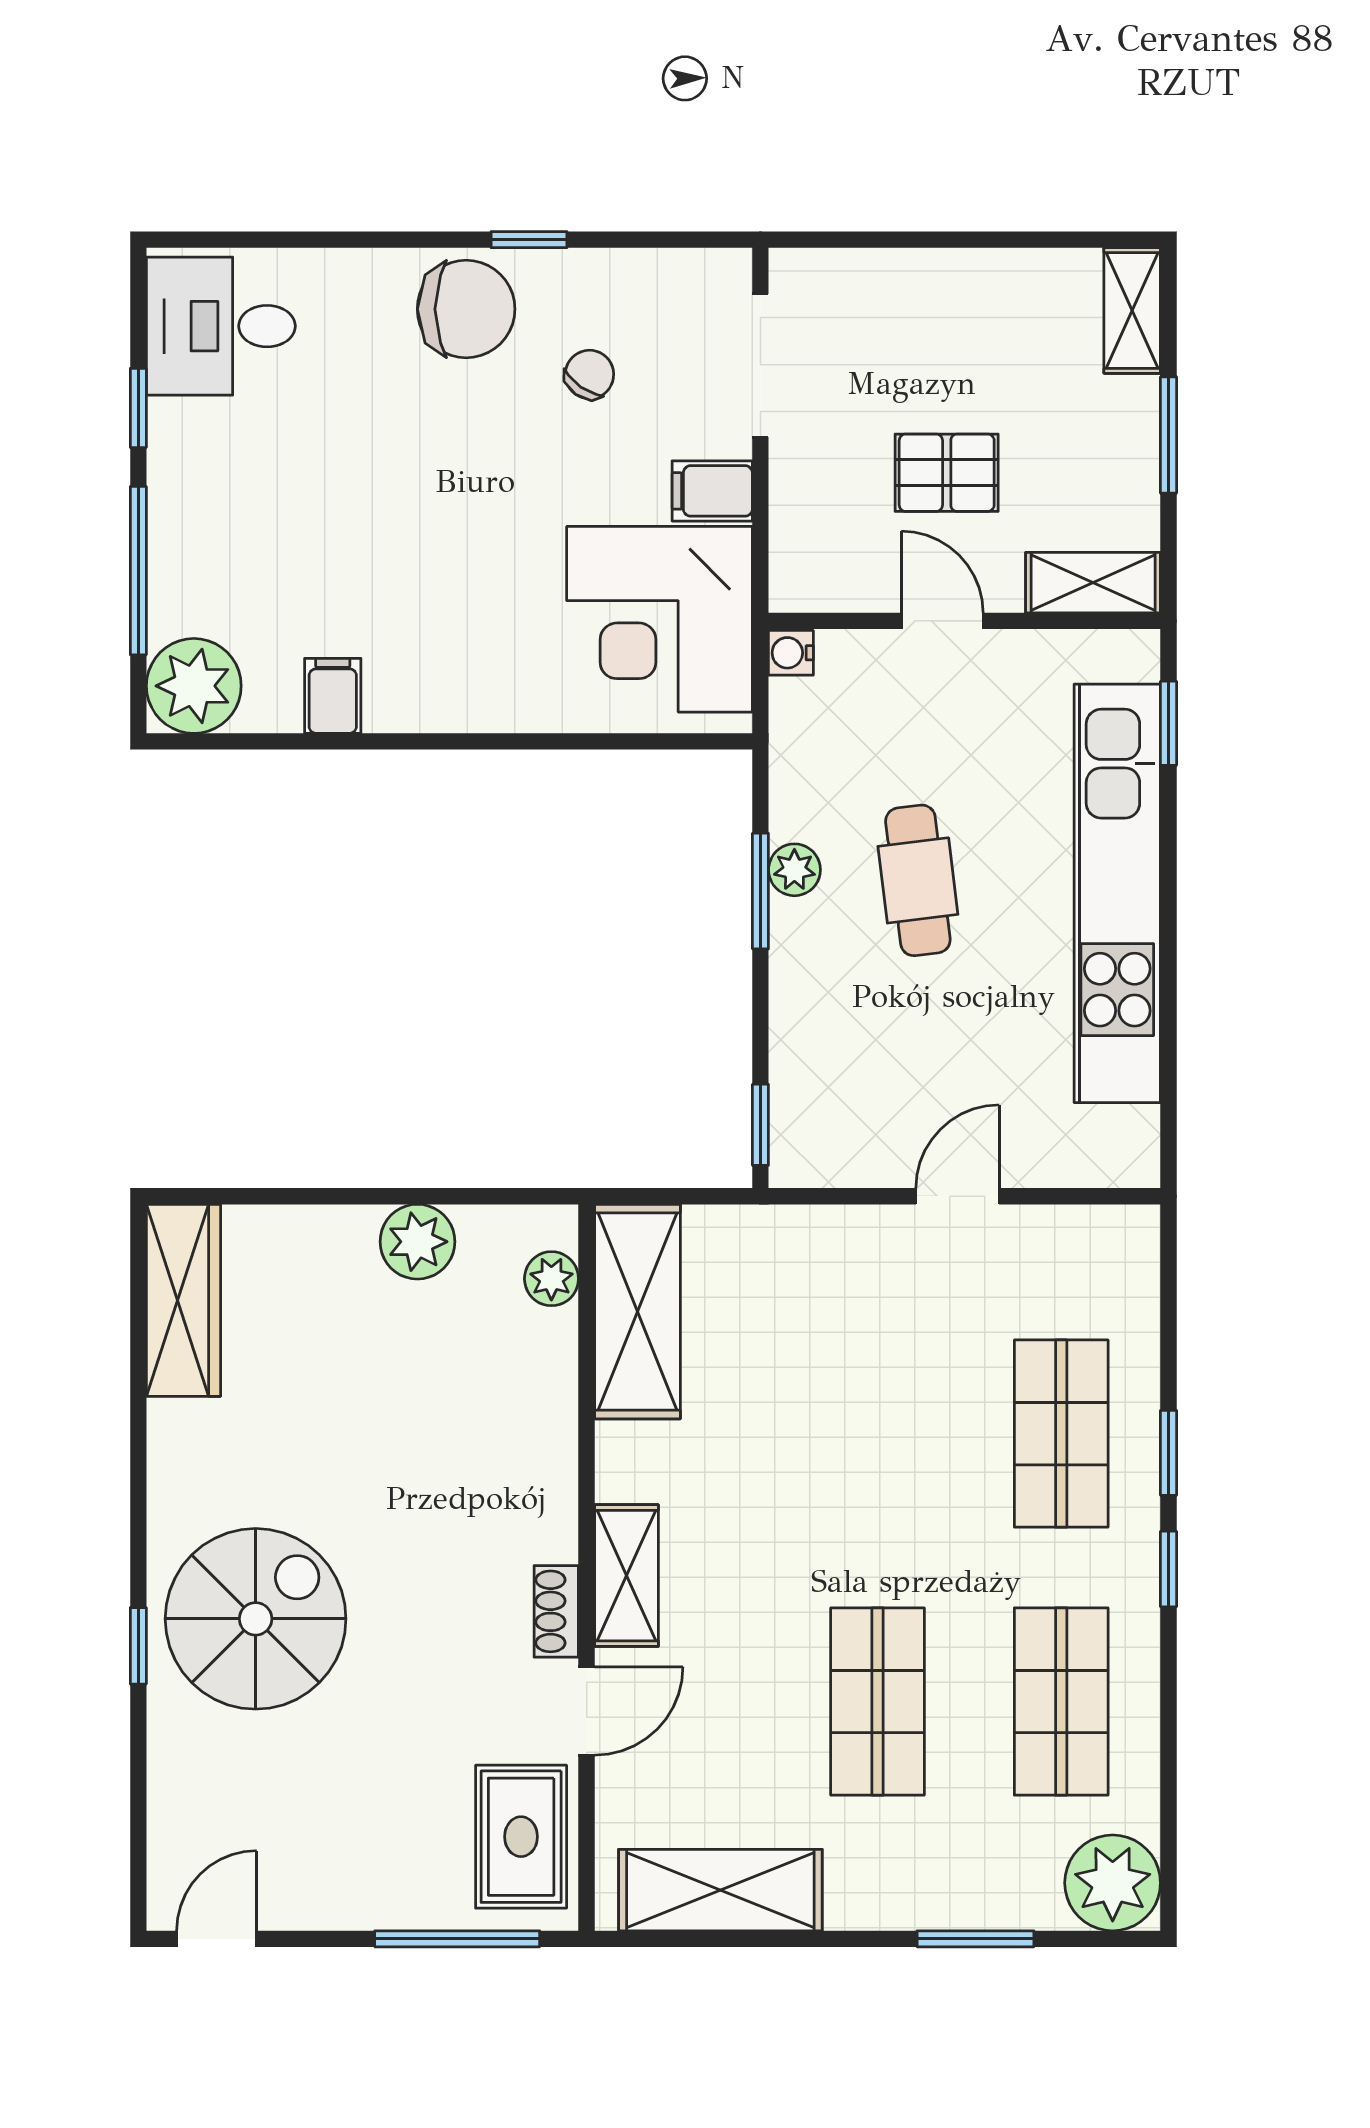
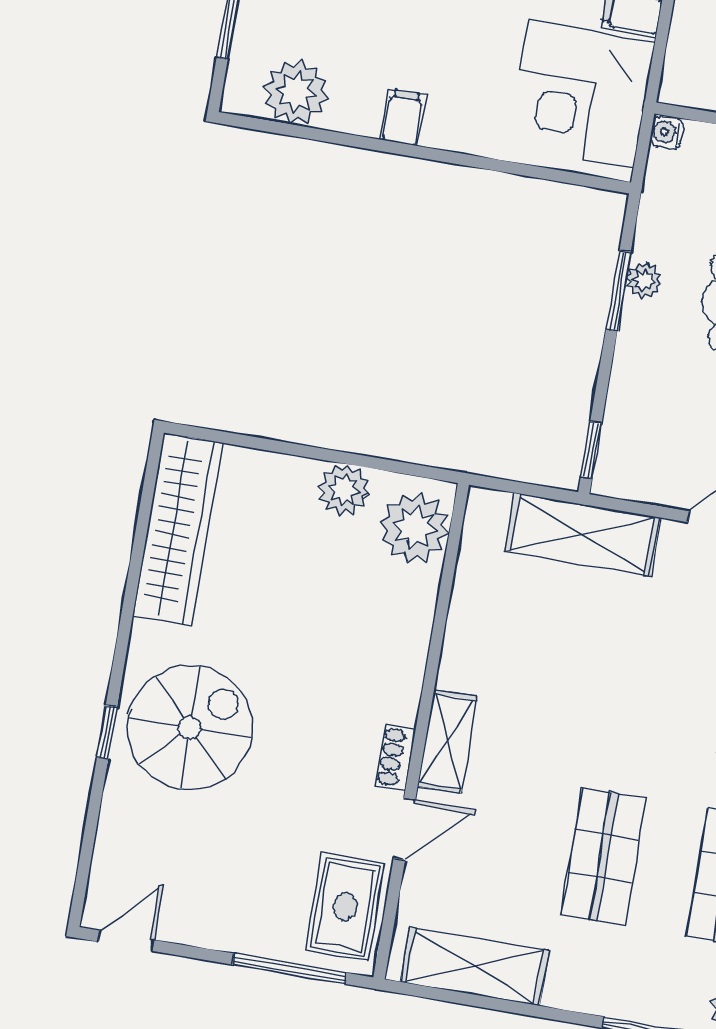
plant: (194, 686) -> (296, 92), moved
filing cabinet: (333, 696) -> (403, 117), moved
plant: (551, 1279) -> (415, 528), width x1.88, depth x1.88
wardrobe: (183, 1300) -> (178, 529), width x1.40, depth x1.17
shelving: (637, 1312) -> (582, 534), moved, turned 90

